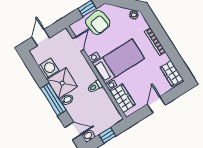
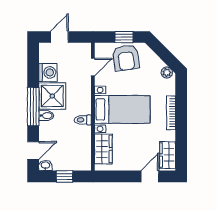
door: (156, 105) -> (150, 176), moved
door: (73, 131) -> (33, 150), hinge flipped

